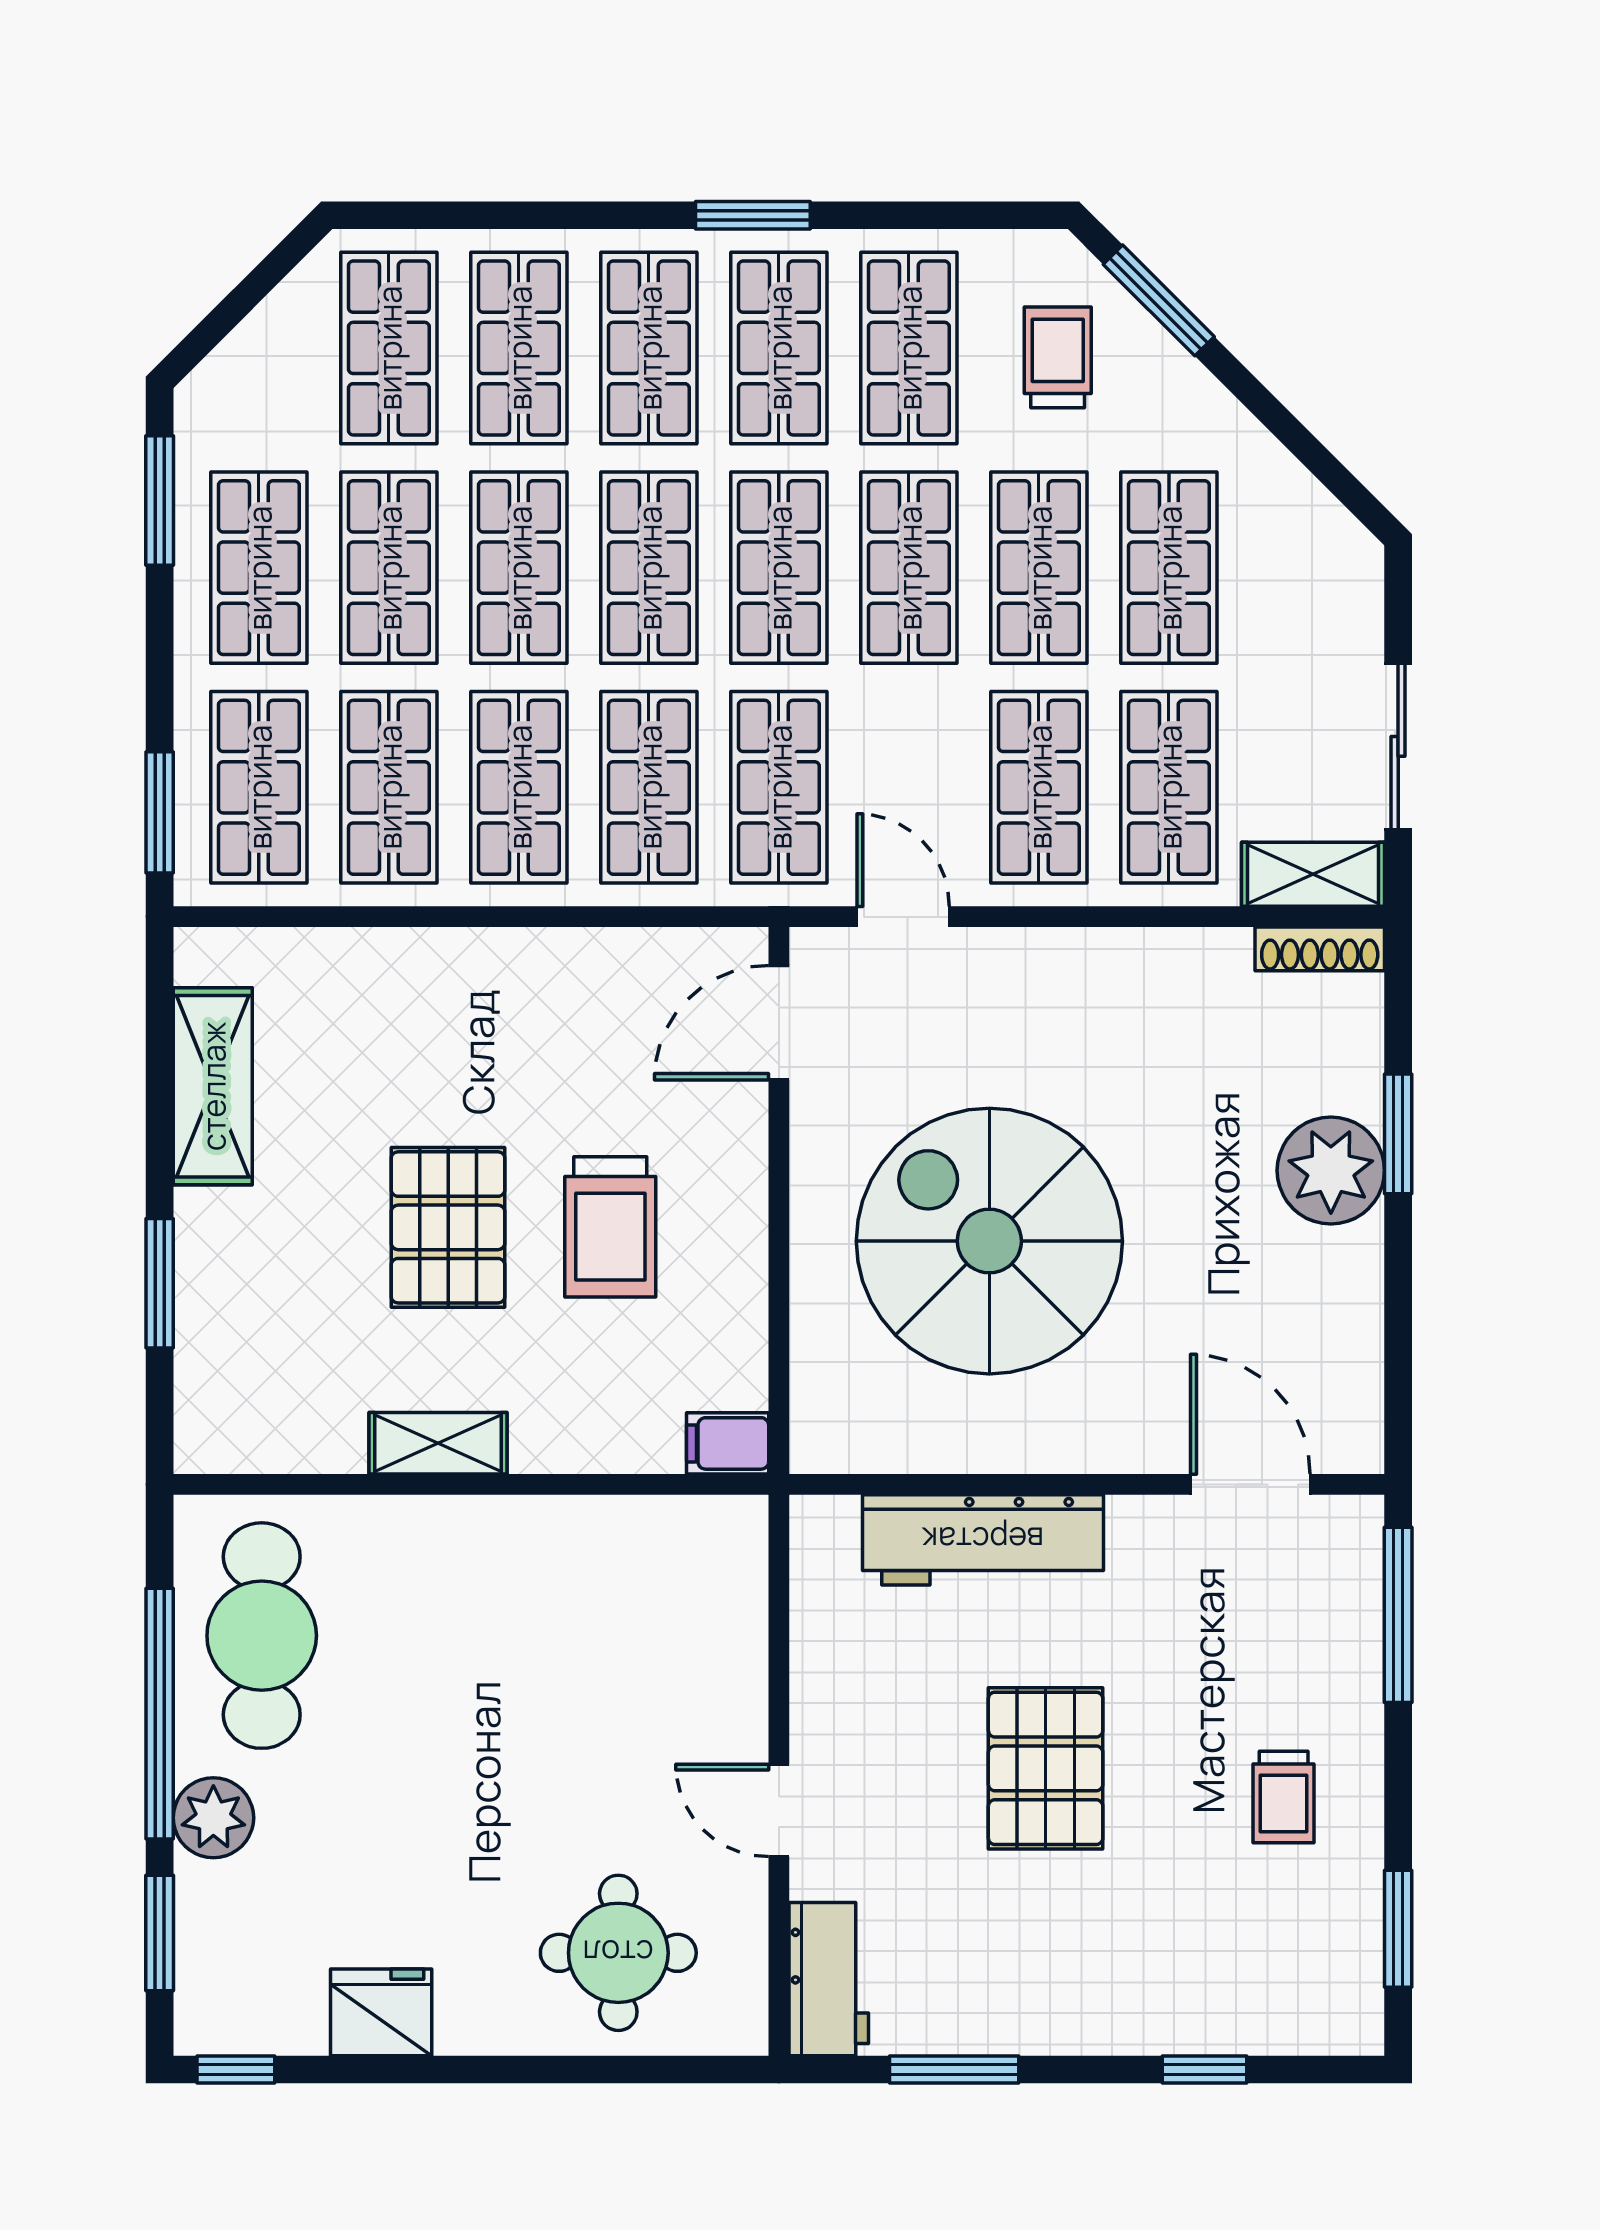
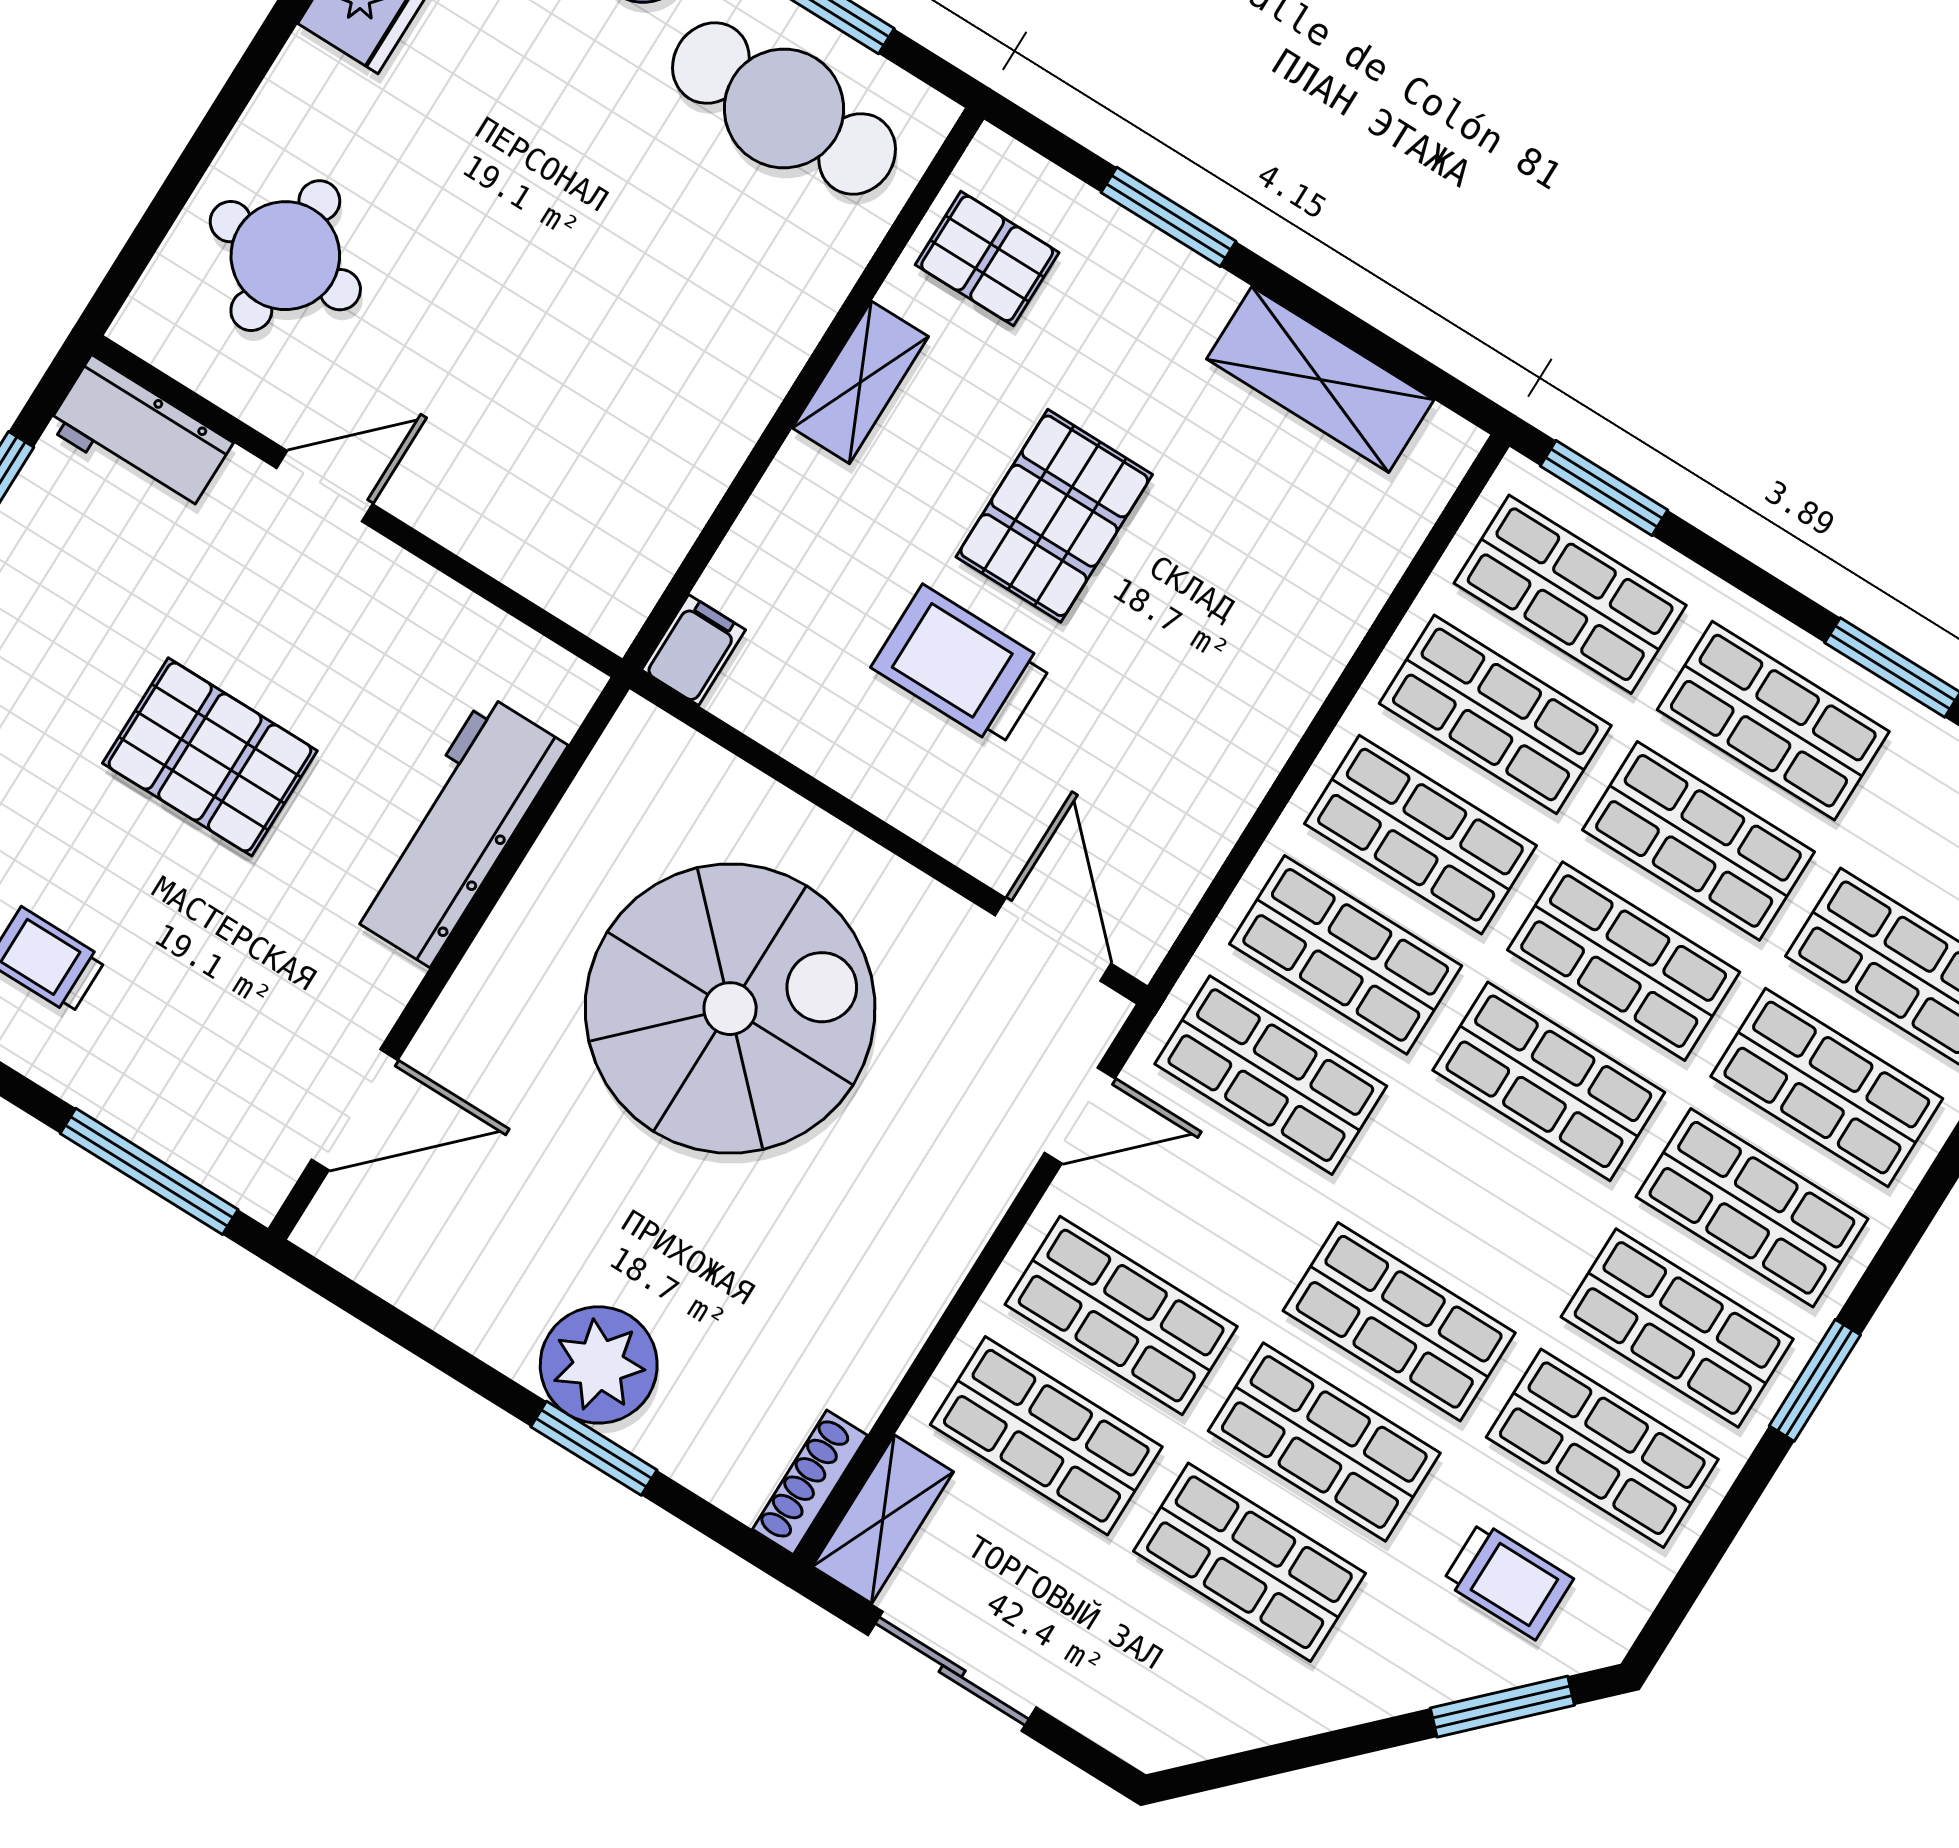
shop shelf: (779, 568) -> (1474, 1202), removed
pallet: (448, 1227) -> (1054, 516), turned 90
pallet: (280, 1404) -> (987, 259), added

